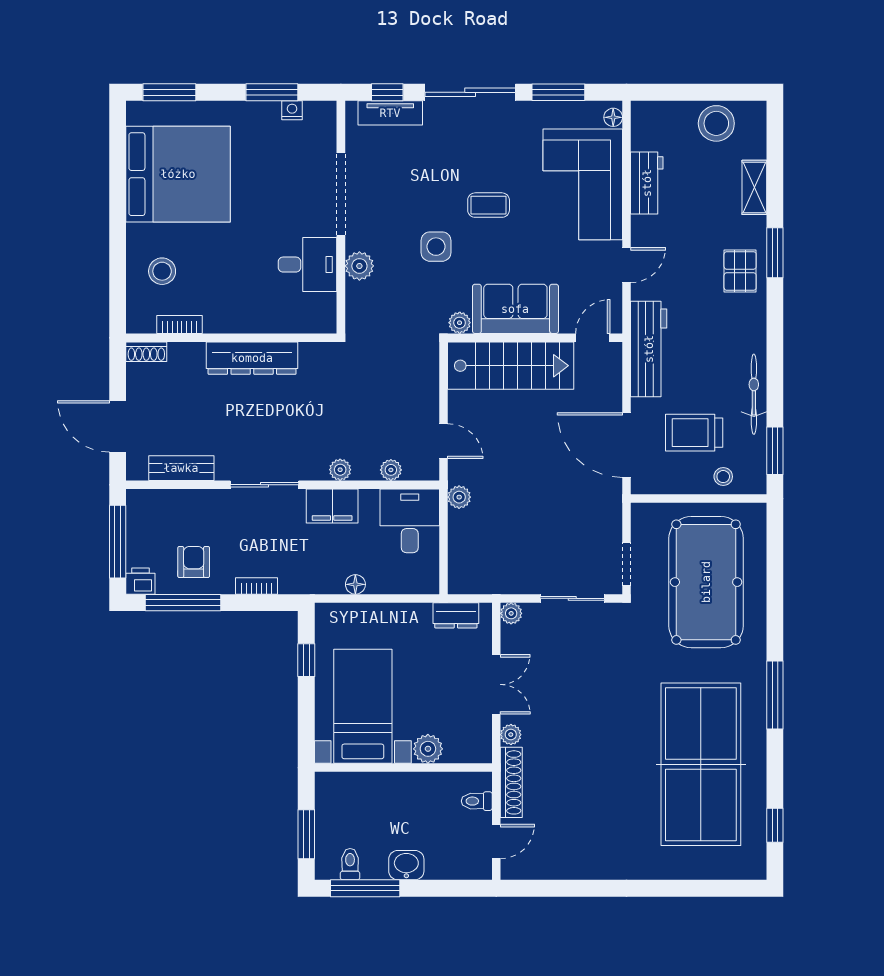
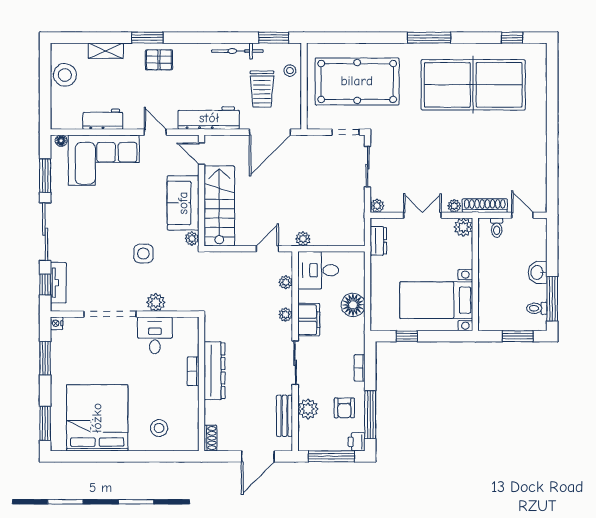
nightstand: (292, 110) -> (57, 323), moved
coffee table: (489, 205) -> (117, 220), removed
bookcase: (179, 324) -> (193, 371), moved
plant: (192, 505) -> (308, 409), added
armchair: (194, 562) -> (344, 408), turned -90
floor lamp: (355, 584) -> (353, 305), width x1.89, depth x1.89
plant: (428, 749) -> (463, 227), moved

